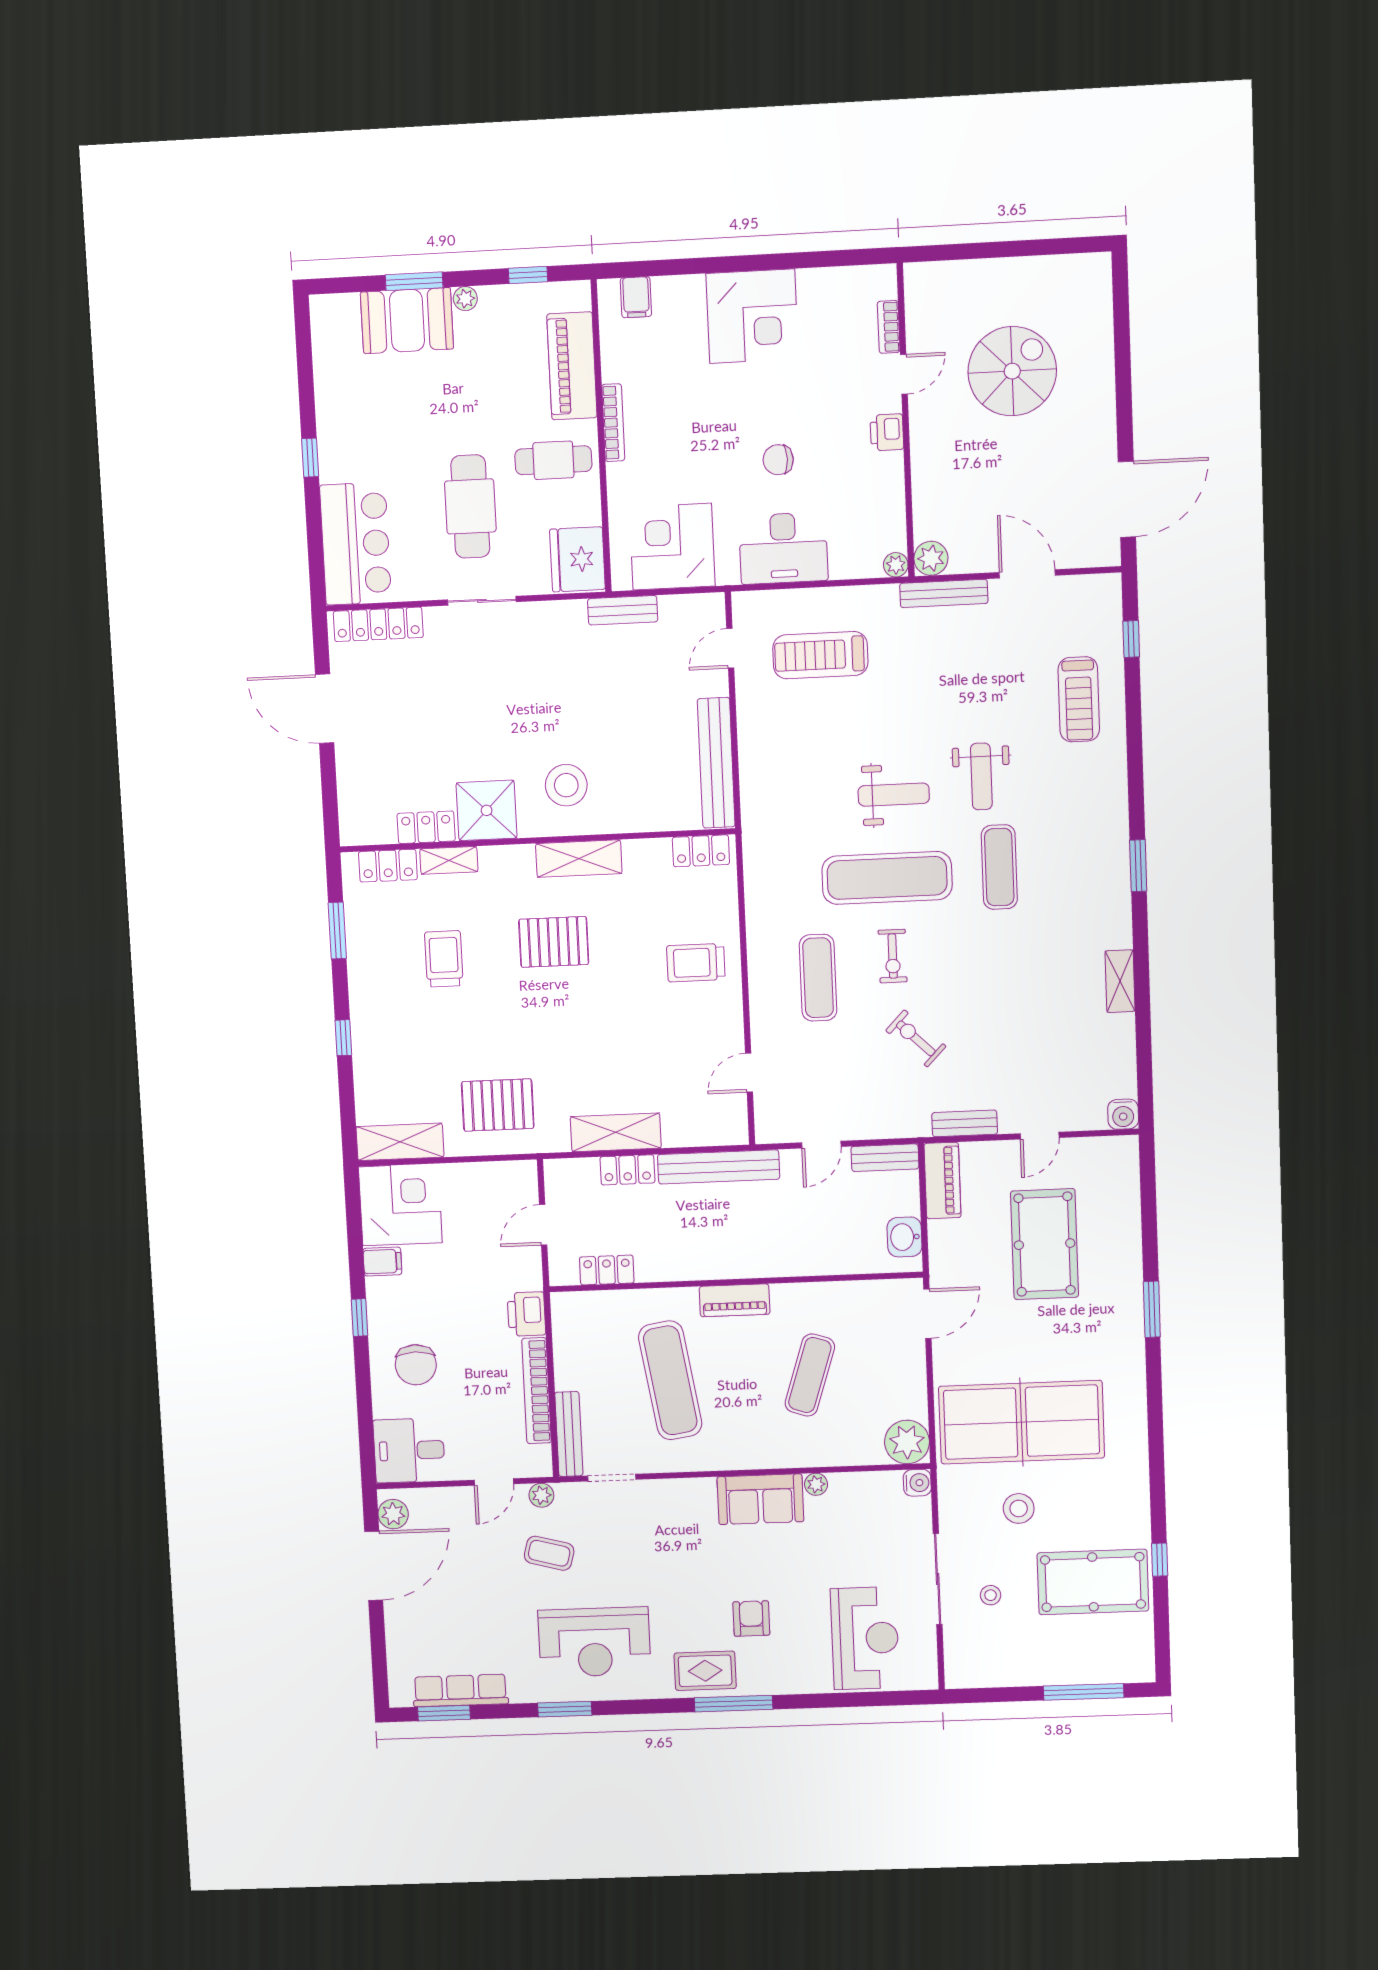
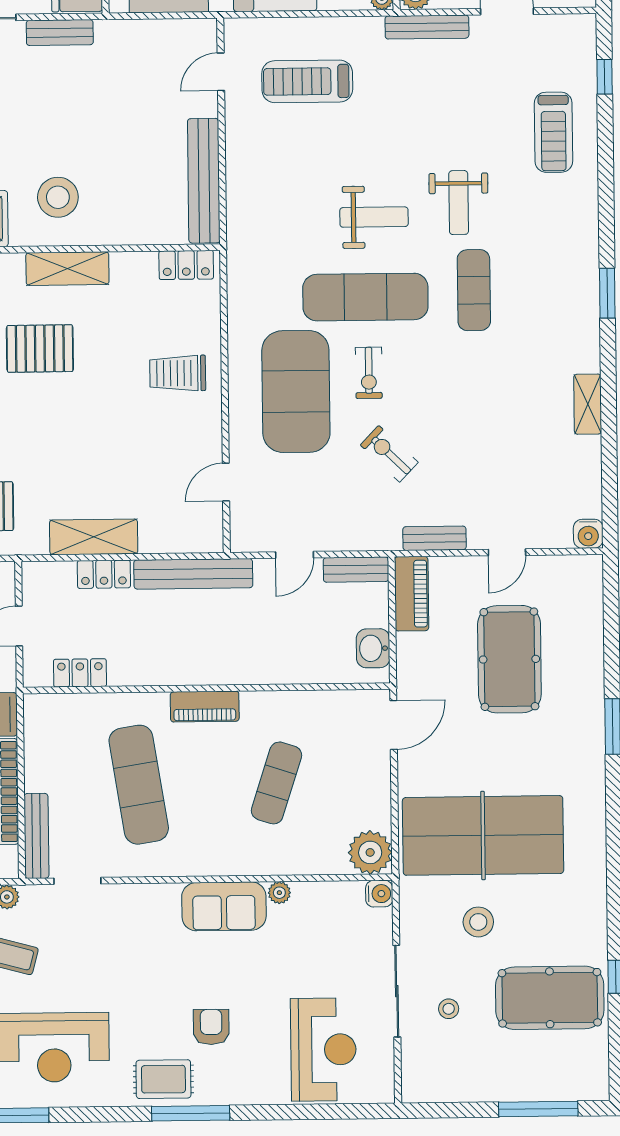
bench: (623, 610) -> (60, 33), moved
exercise mat: (818, 978) -> (296, 392), width x2.00, depth x1.45

